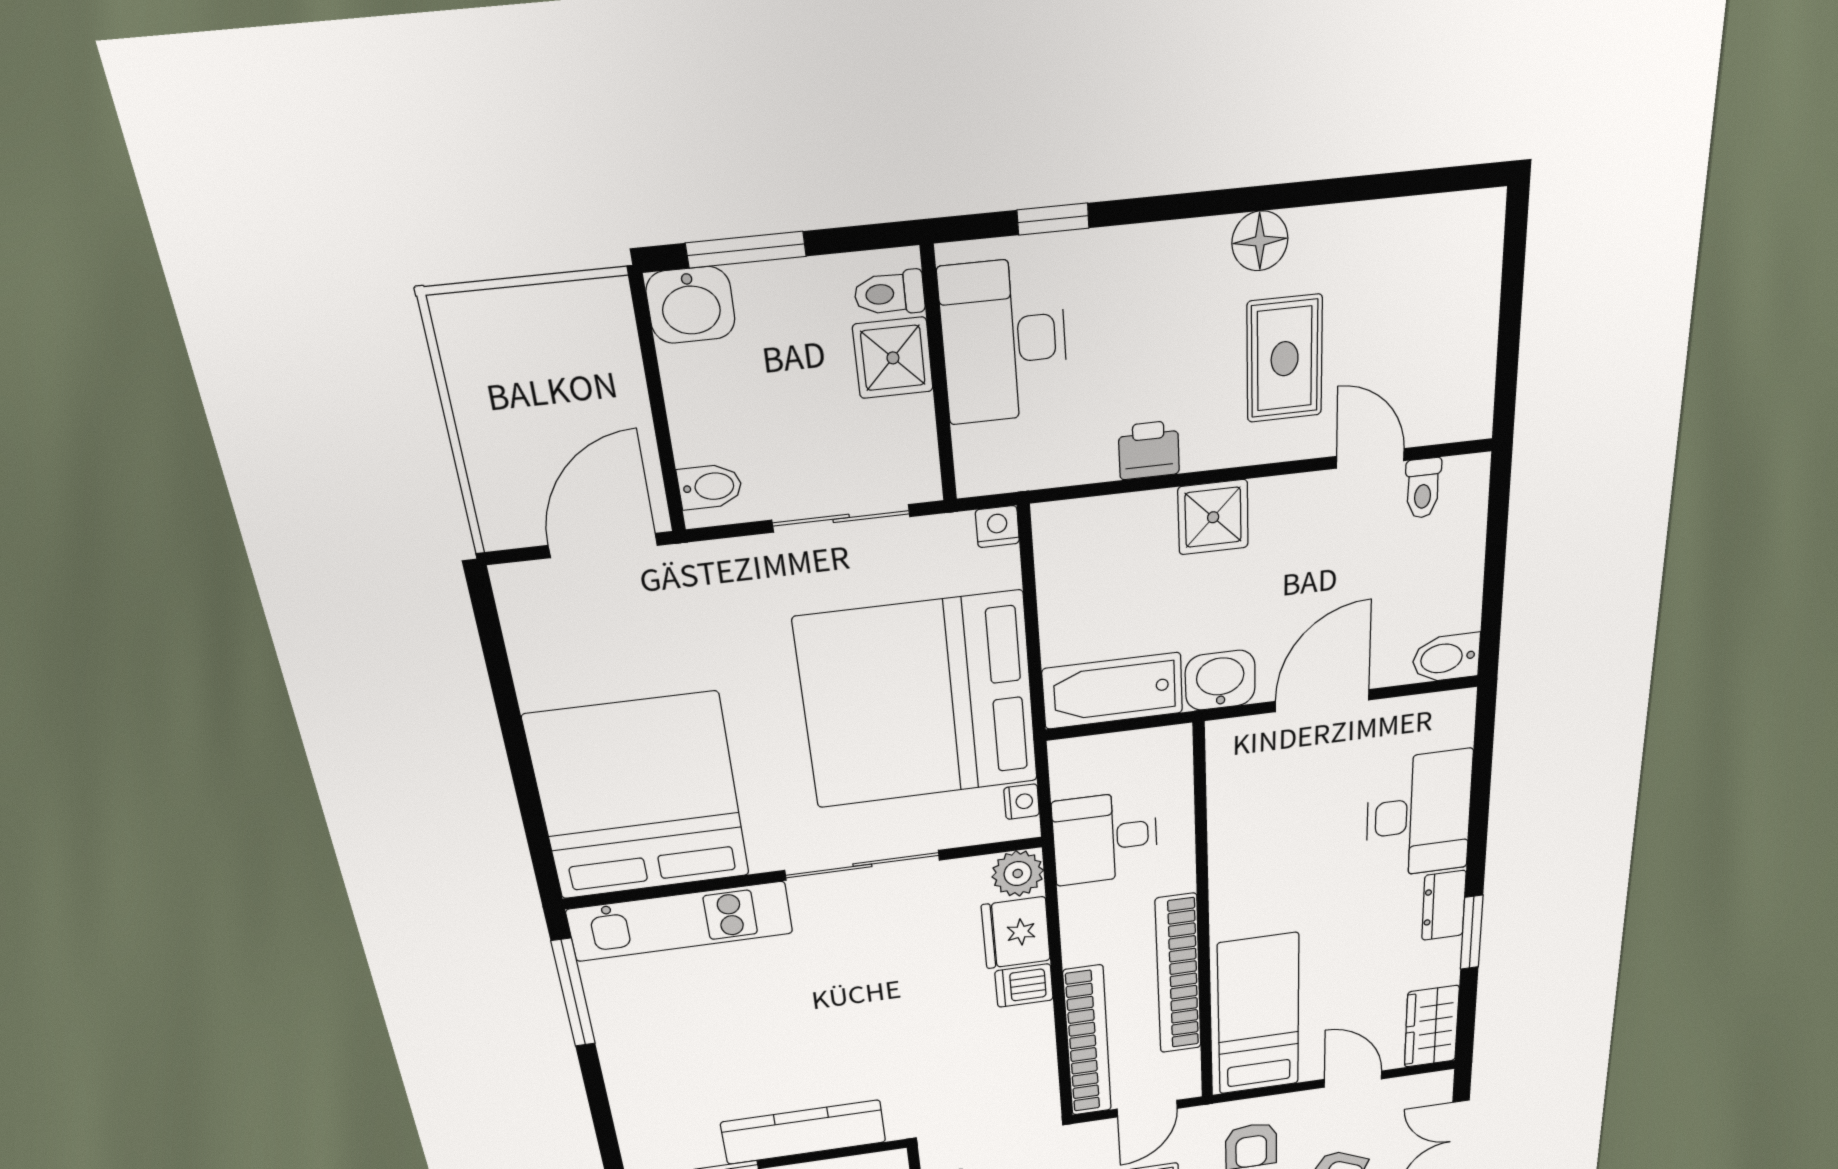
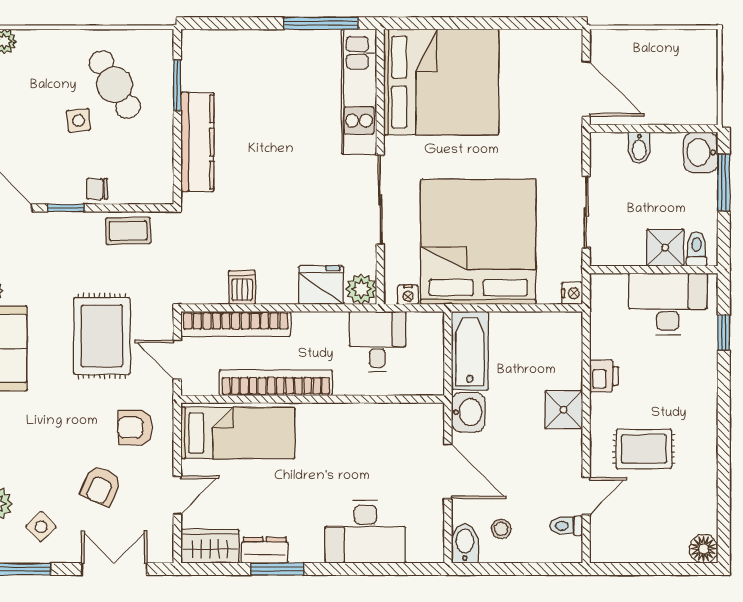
floor lamp: (1260, 241) -> (704, 549), moved
bidet: (710, 487) -> (639, 148), moved
stool: (1424, 601) -> (501, 529), added
dresser: (1444, 905) -> (265, 550), moved
dishwasher: (1024, 985) -> (242, 287), moved

